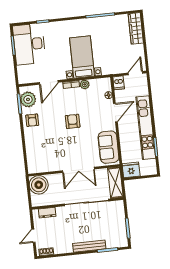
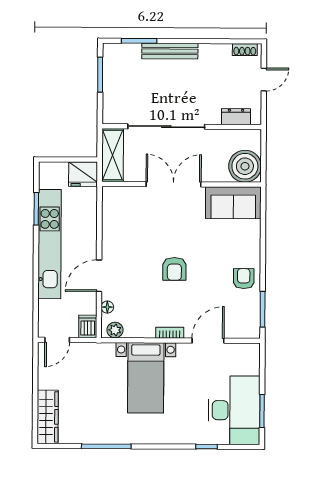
plant: (85, 84) -> (115, 330), moved
plant: (28, 99) -> (247, 315), removed
sofa: (108, 147) -> (233, 203), moved, turned 90

